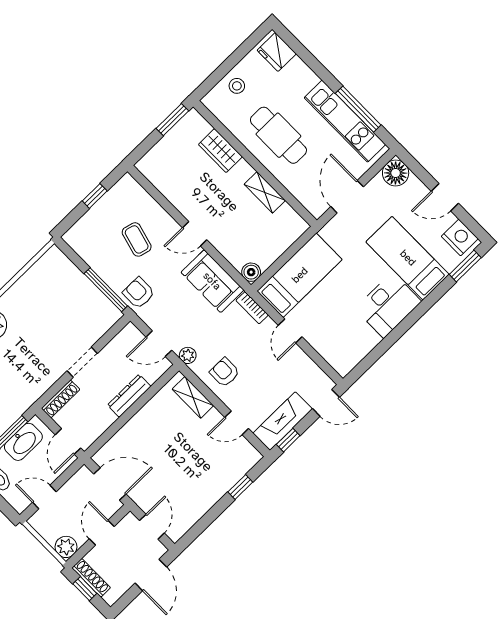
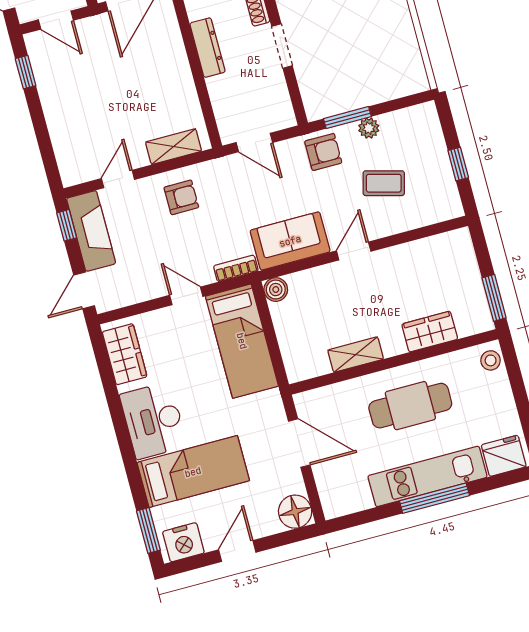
stool: (237, 86) -> (491, 360), moved
window: (358, 109) -> (434, 498), moved
kitchen unit: (345, 121) -> (427, 476), moved
window: (106, 290) -> (347, 118), width x0.69
door: (159, 344) -> (254, 143), swing flipped
wardrobe: (354, 351) -> (125, 354), added
plant: (188, 355) -> (369, 128), moved
dresser: (129, 396) -> (207, 48), moved
window: (240, 487) -> (26, 72), moved

